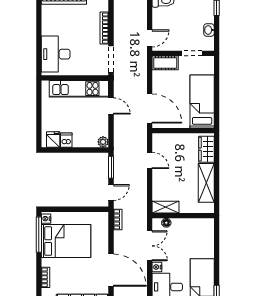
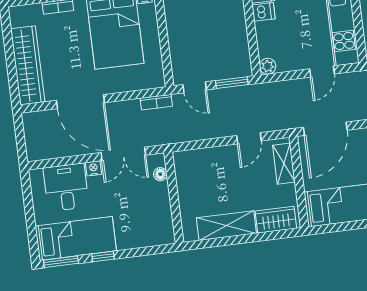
shelving: (166, 207) -> (284, 164), moved
window: (217, 268) -> (103, 256), added
door: (111, 270) -> (80, 102), hinge flipped

